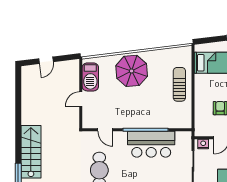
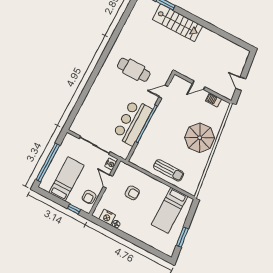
door: (46, 60) -> (241, 84), moved
barbecue: (90, 77) -> (214, 100), width x0.53, depth x0.65
door: (81, 99) -> (199, 85), swing flipped

